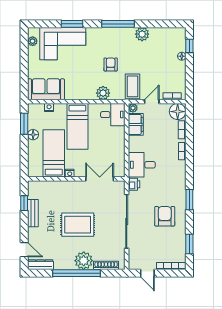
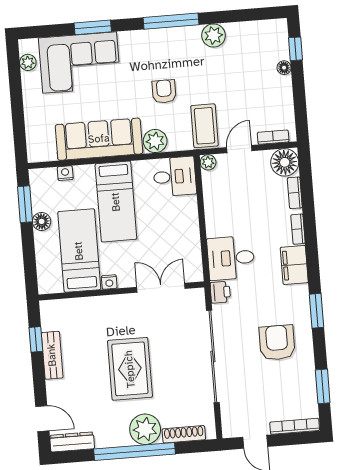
sofa: (46, 89) -> (99, 139), moved, width x1.36
filing cabinet: (136, 124) -> (294, 265), moved, turned 180
rug: (78, 225) -> (130, 369), turned 90

